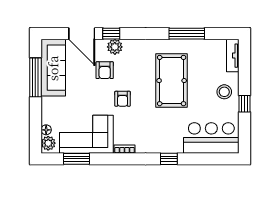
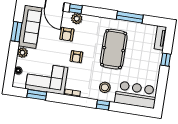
window: (35, 77) -> (16, 32), width x0.69
stool: (224, 92) -> (105, 87), moved
window: (245, 104) -> (166, 60), moved
plant: (48, 143) -> (23, 53), moved

